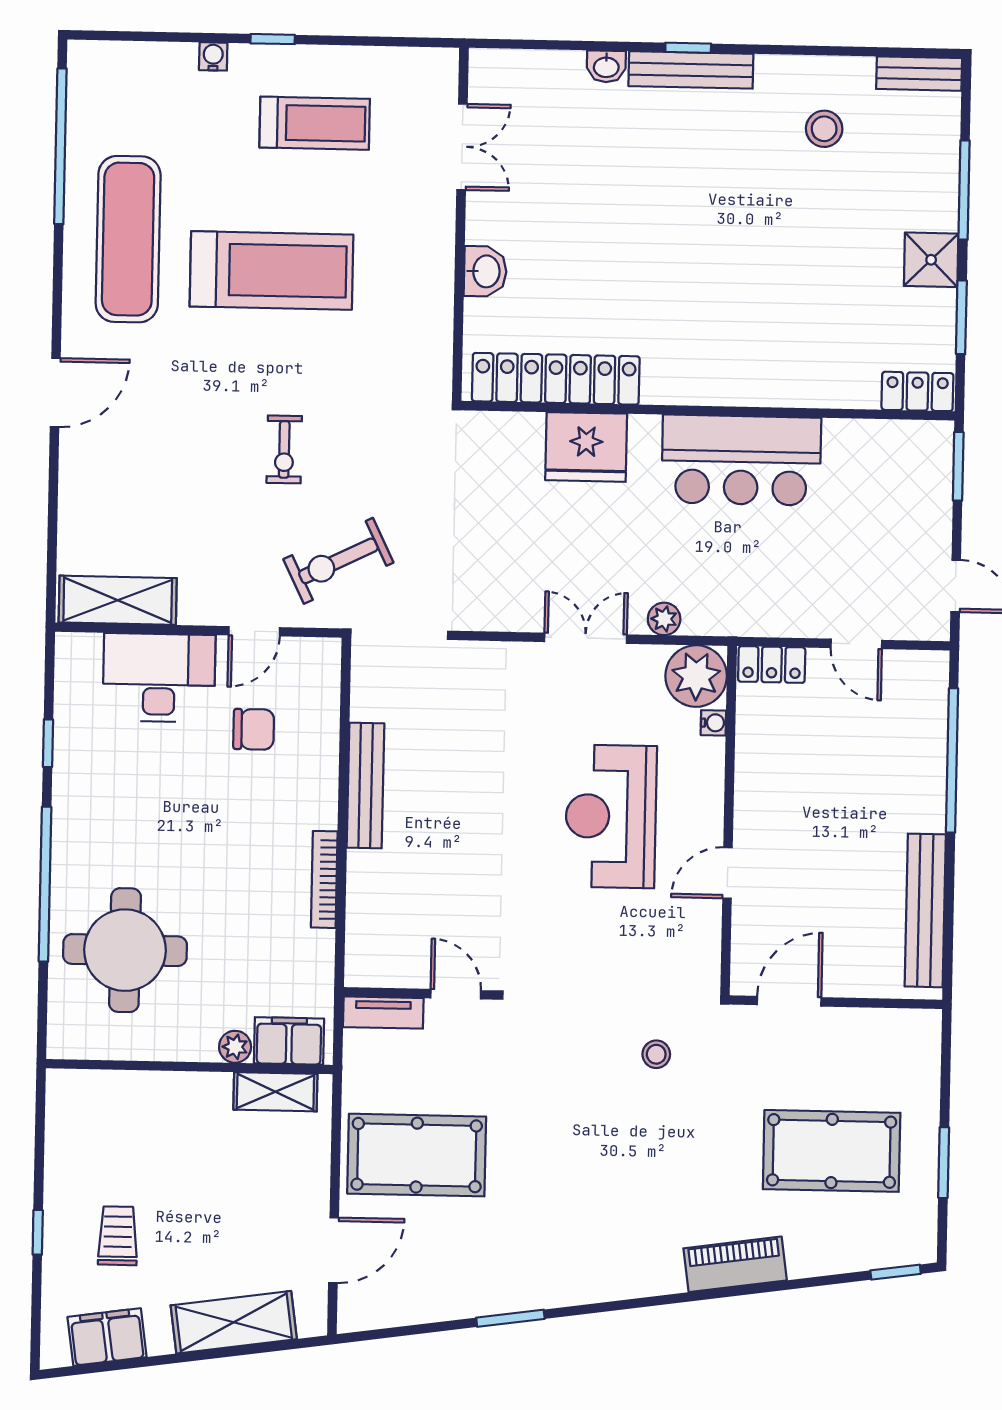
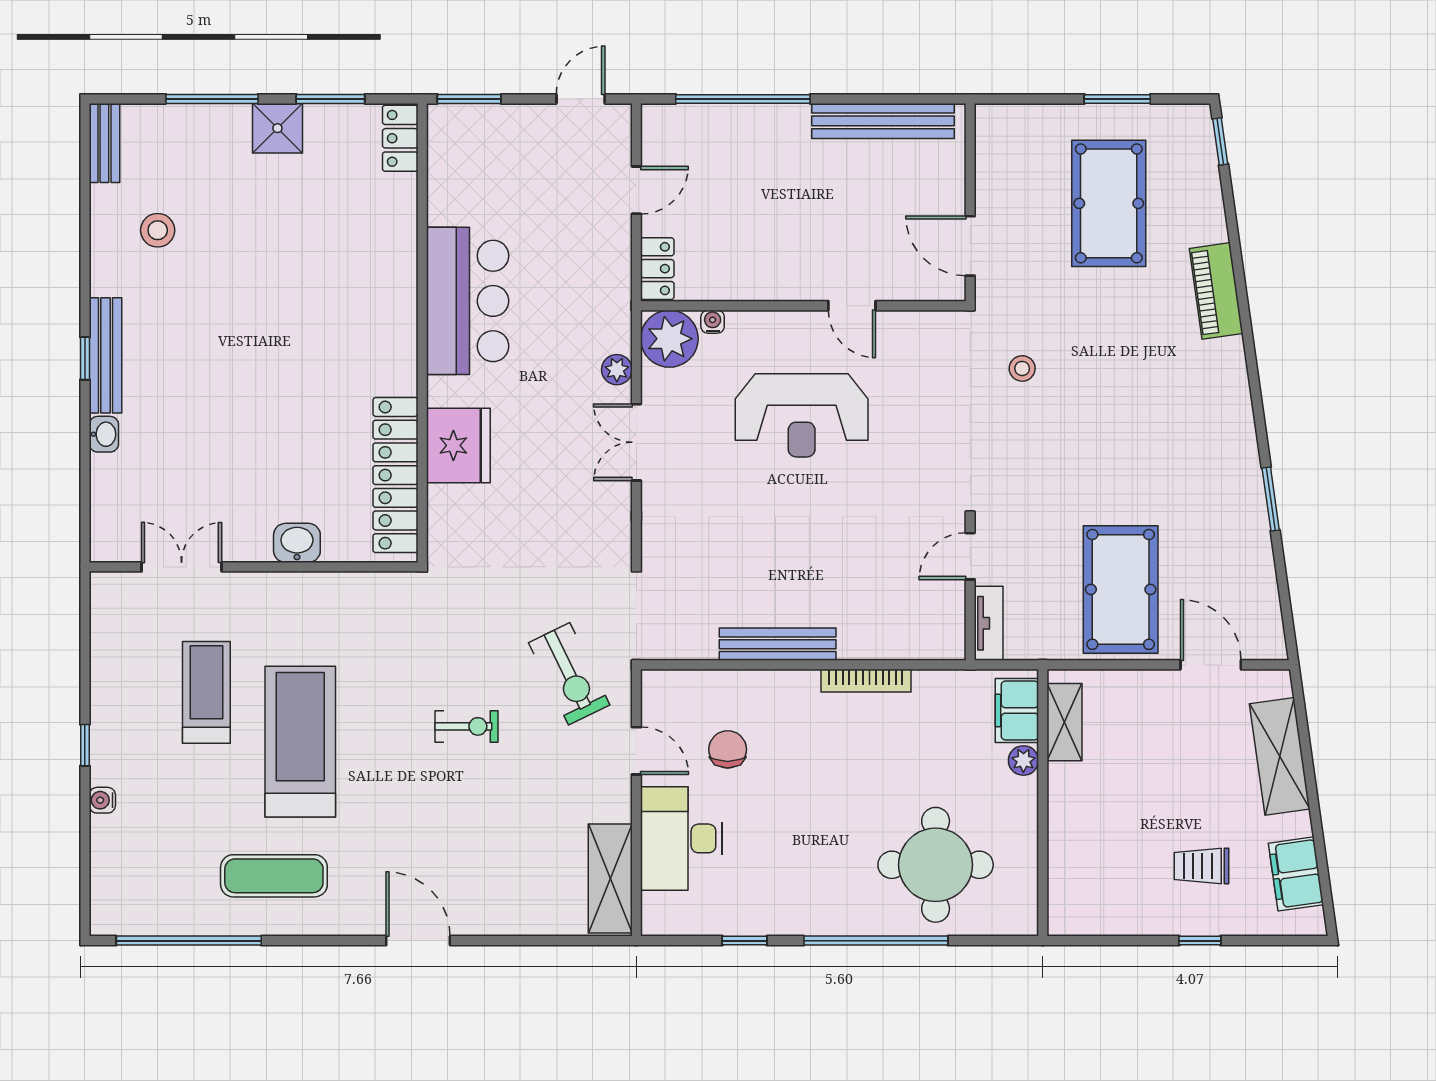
treadmill: (315, 123) -> (206, 692), moved
exercise mat: (128, 239) -> (274, 876), width x0.73, depth x0.69

